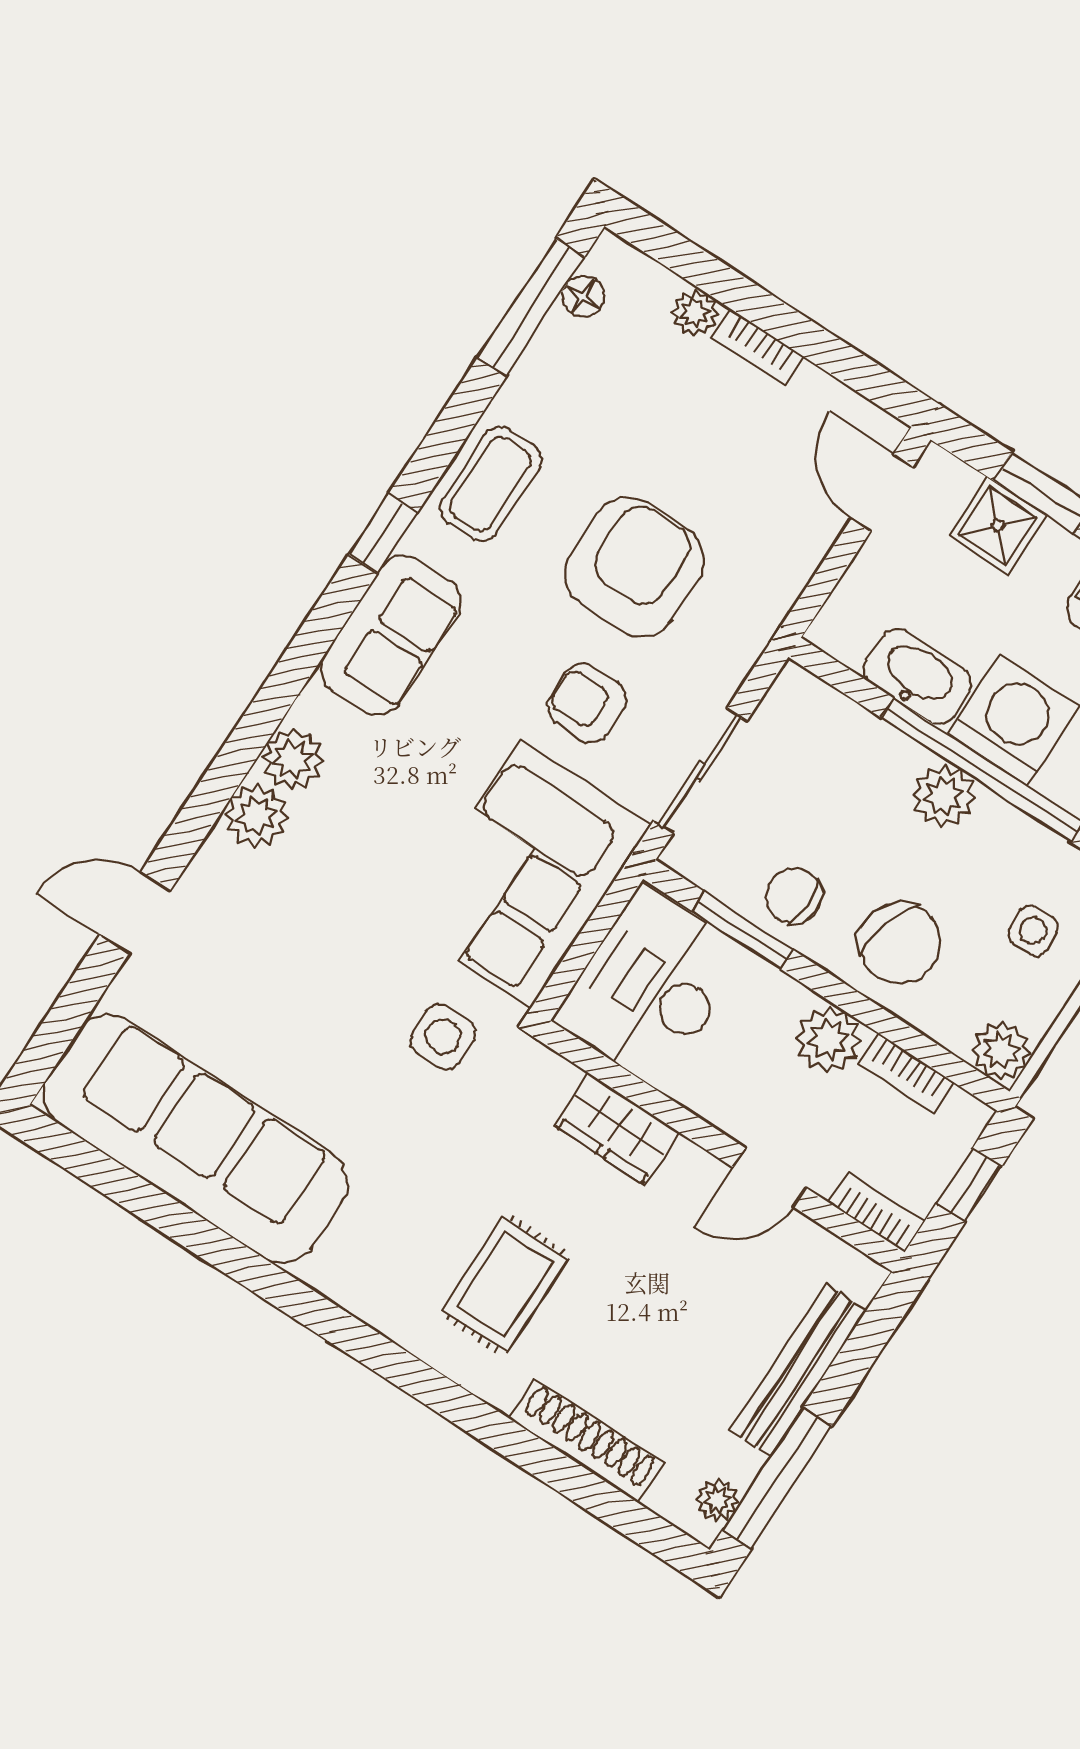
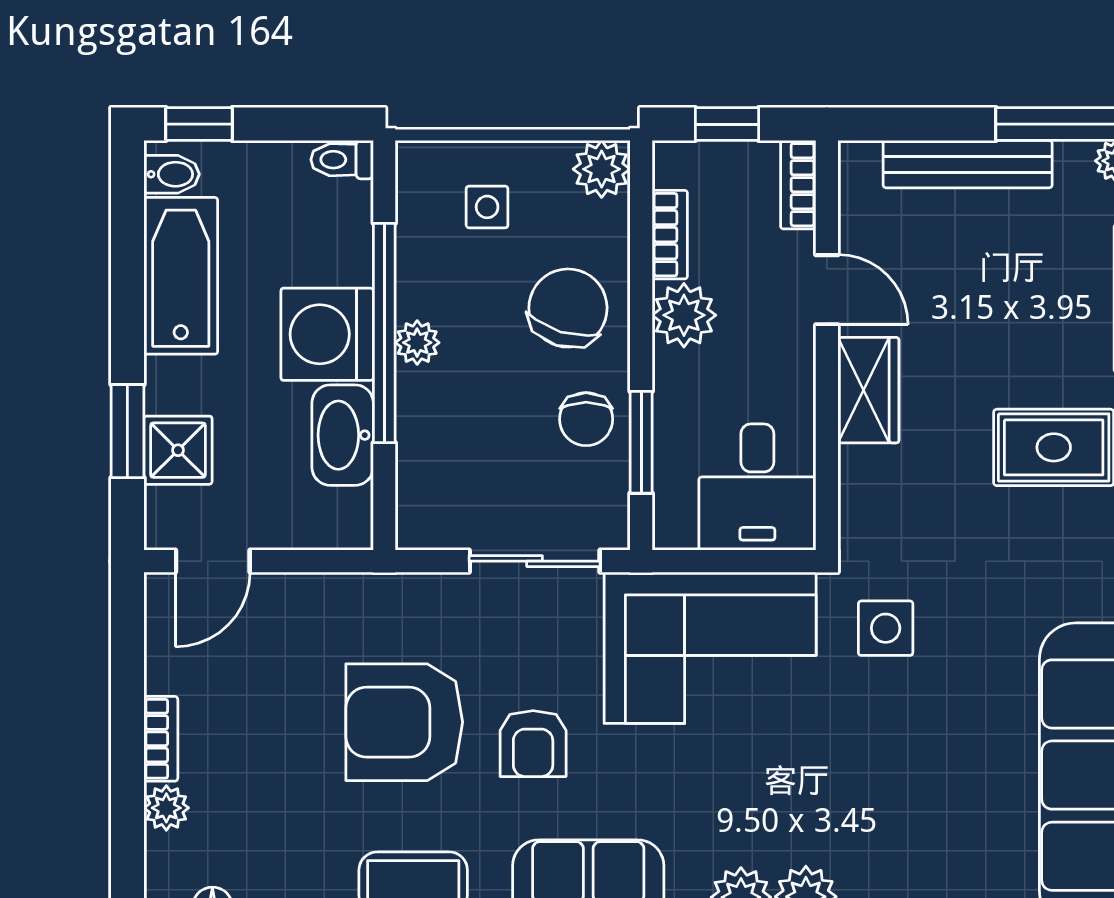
armchair: (587, 703) -> (533, 744), moved
plant: (944, 796) -> (417, 343), width x0.73, depth x0.73
desk: (650, 987) -> (757, 487), width x0.73
wardrobe: (617, 1129) -> (868, 390), moved

